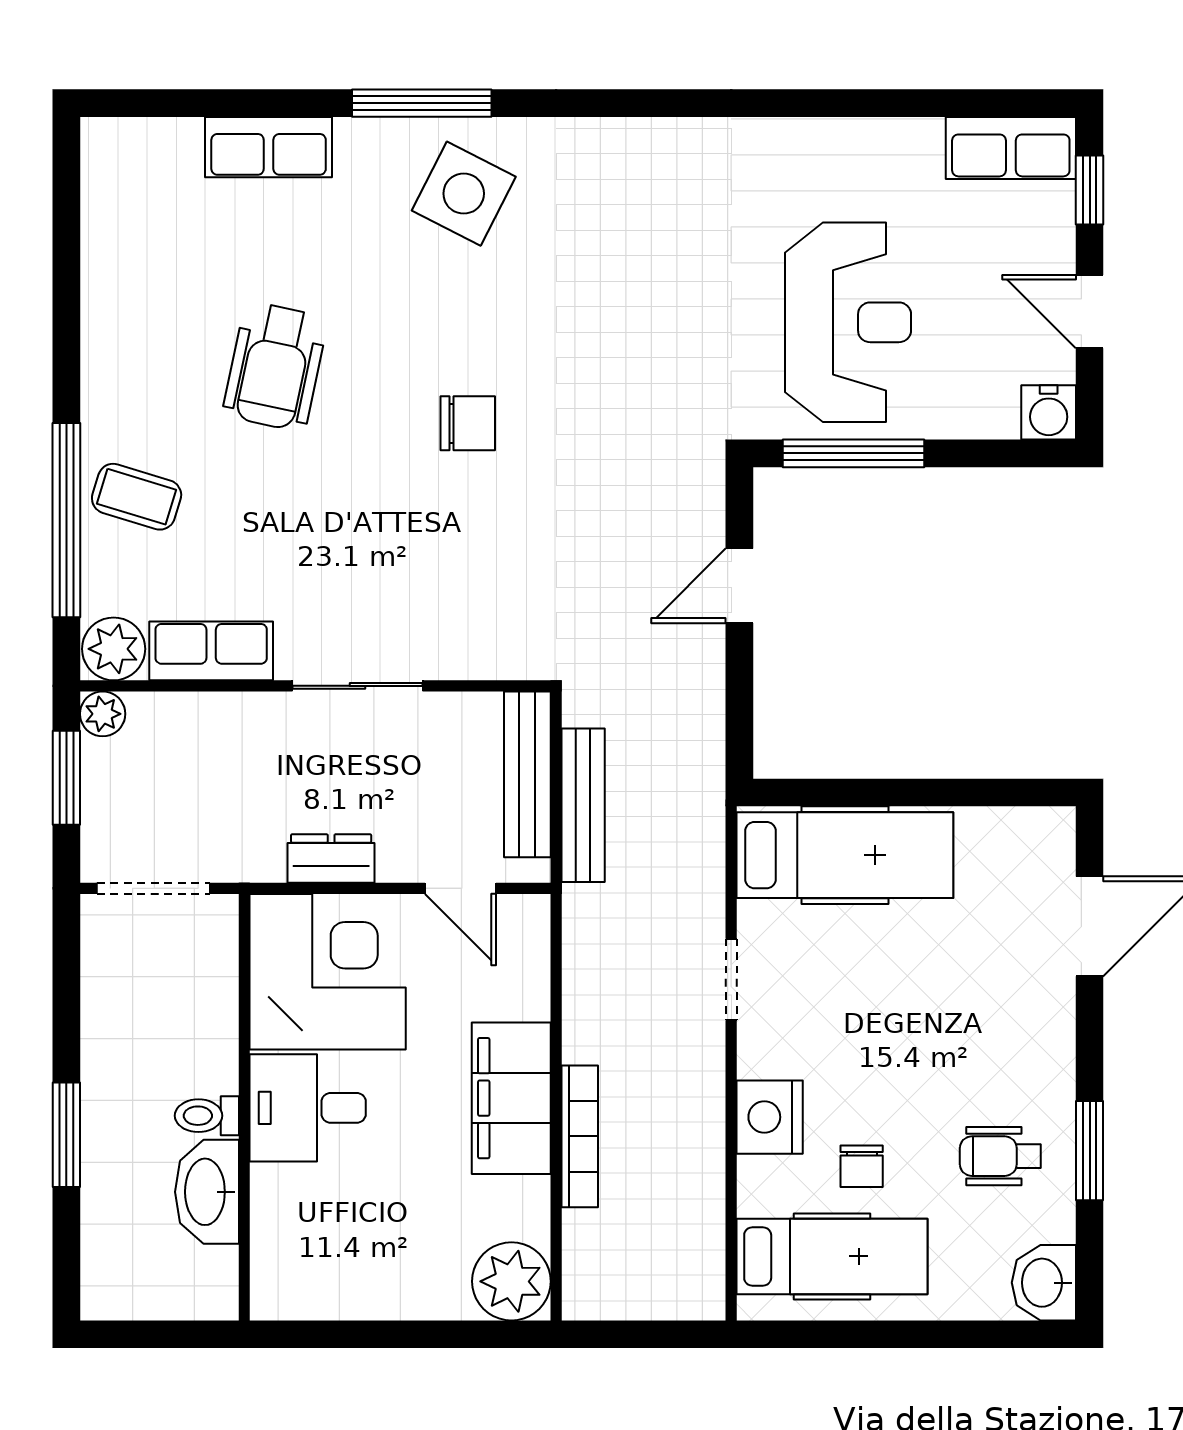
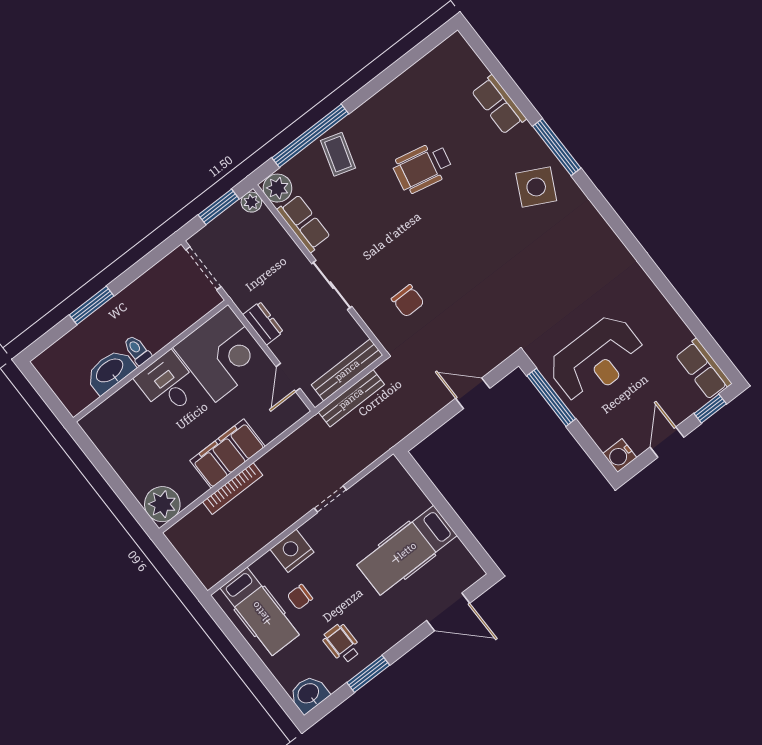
chair: (468, 423) -> (408, 301), moved
hospital bed: (845, 855) -> (407, 550), moved, turned 90

